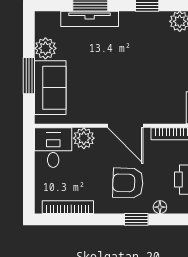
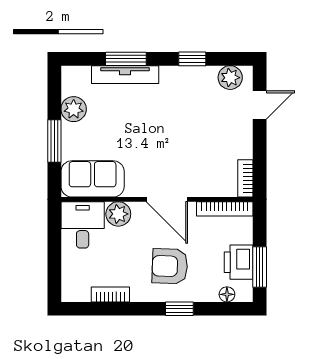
sofa: (50, 88) -> (93, 179), moved, turned -90
bookcase: (68, 207) -> (110, 294), width x0.64
floor lamp: (160, 207) -> (227, 294), moved

